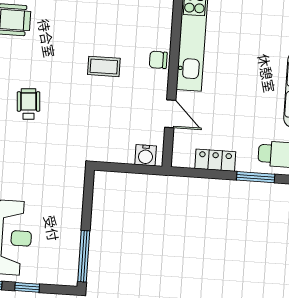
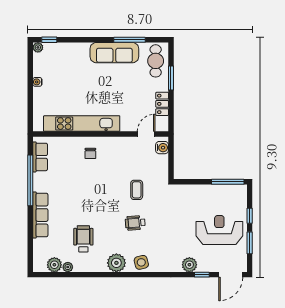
chair: (158, 60) -> (90, 153), moved
coffee table: (104, 66) -> (137, 190), moved
door: (170, 114) -> (146, 134), moved

